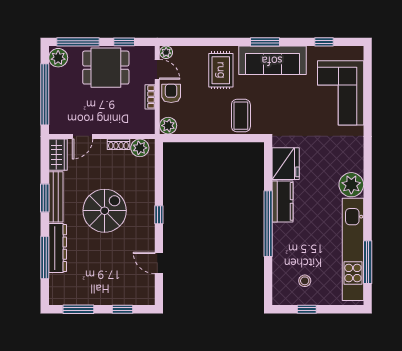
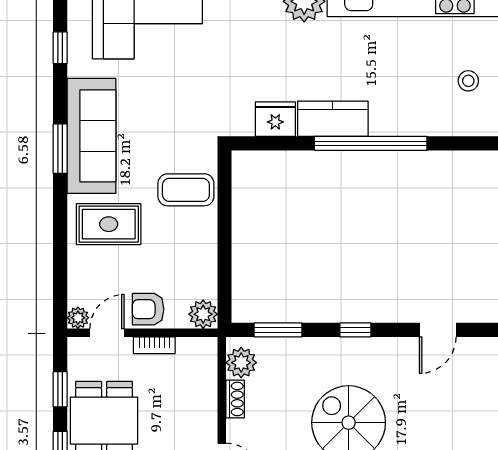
fridge: (286, 164) -> (275, 119), width x0.73, depth x0.75
window: (159, 169) -> (278, 330), added

